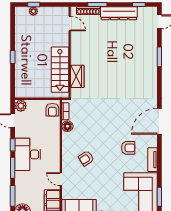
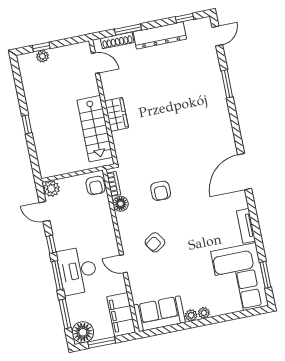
wardrobe: (77, 76) -> (116, 114), moved
armchair: (128, 148) -> (161, 191), moved, turned 90
desk: (28, 154) -> (78, 271), moved
door: (61, 179) -> (123, 264), moved

